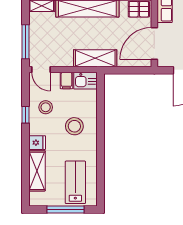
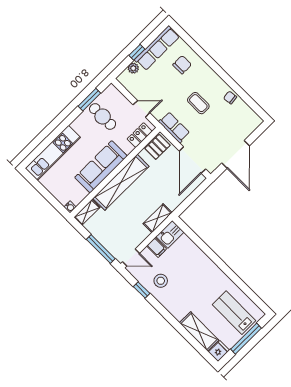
shelving: (95, 58) -> (158, 218), width x0.67, depth x0.75
window: (25, 115) -> (142, 290), moved
stool: (74, 126) -> (194, 274), removed
fridge: (37, 143) -> (219, 351), moved

